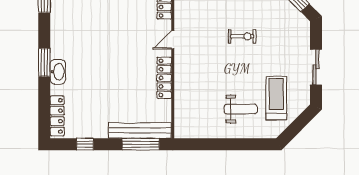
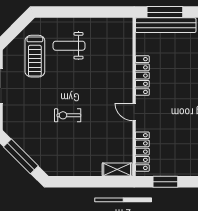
door: (173, 40) -> (134, 112), swing flipped

